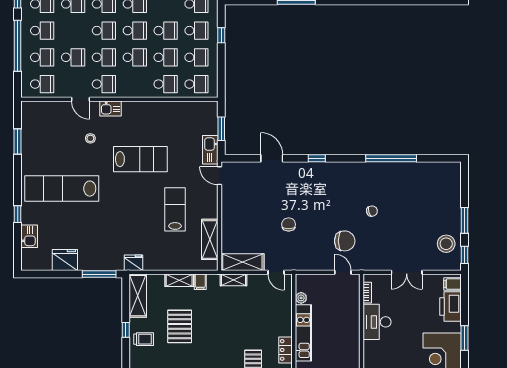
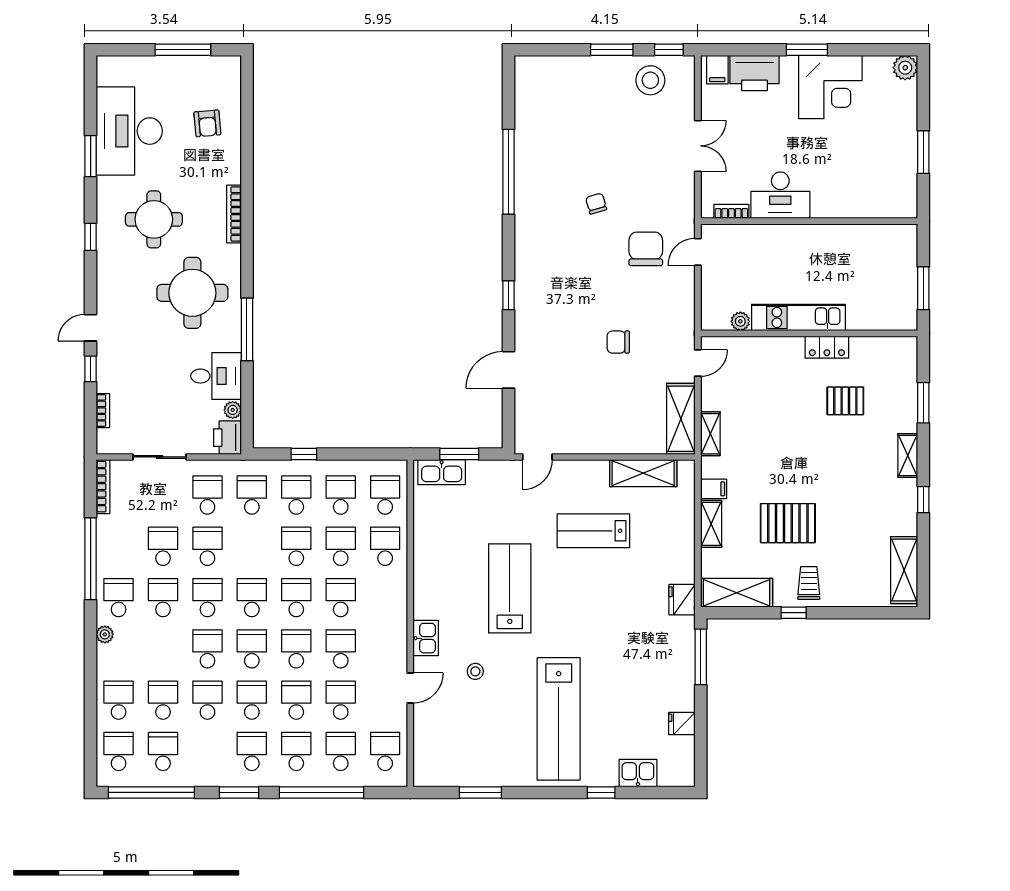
school desk: (104, 84) -> (296, 700), moved
kitchen sink: (210, 150) -> (442, 472), moved
fridge: (65, 260) -> (682, 724), width x0.53, depth x0.75

